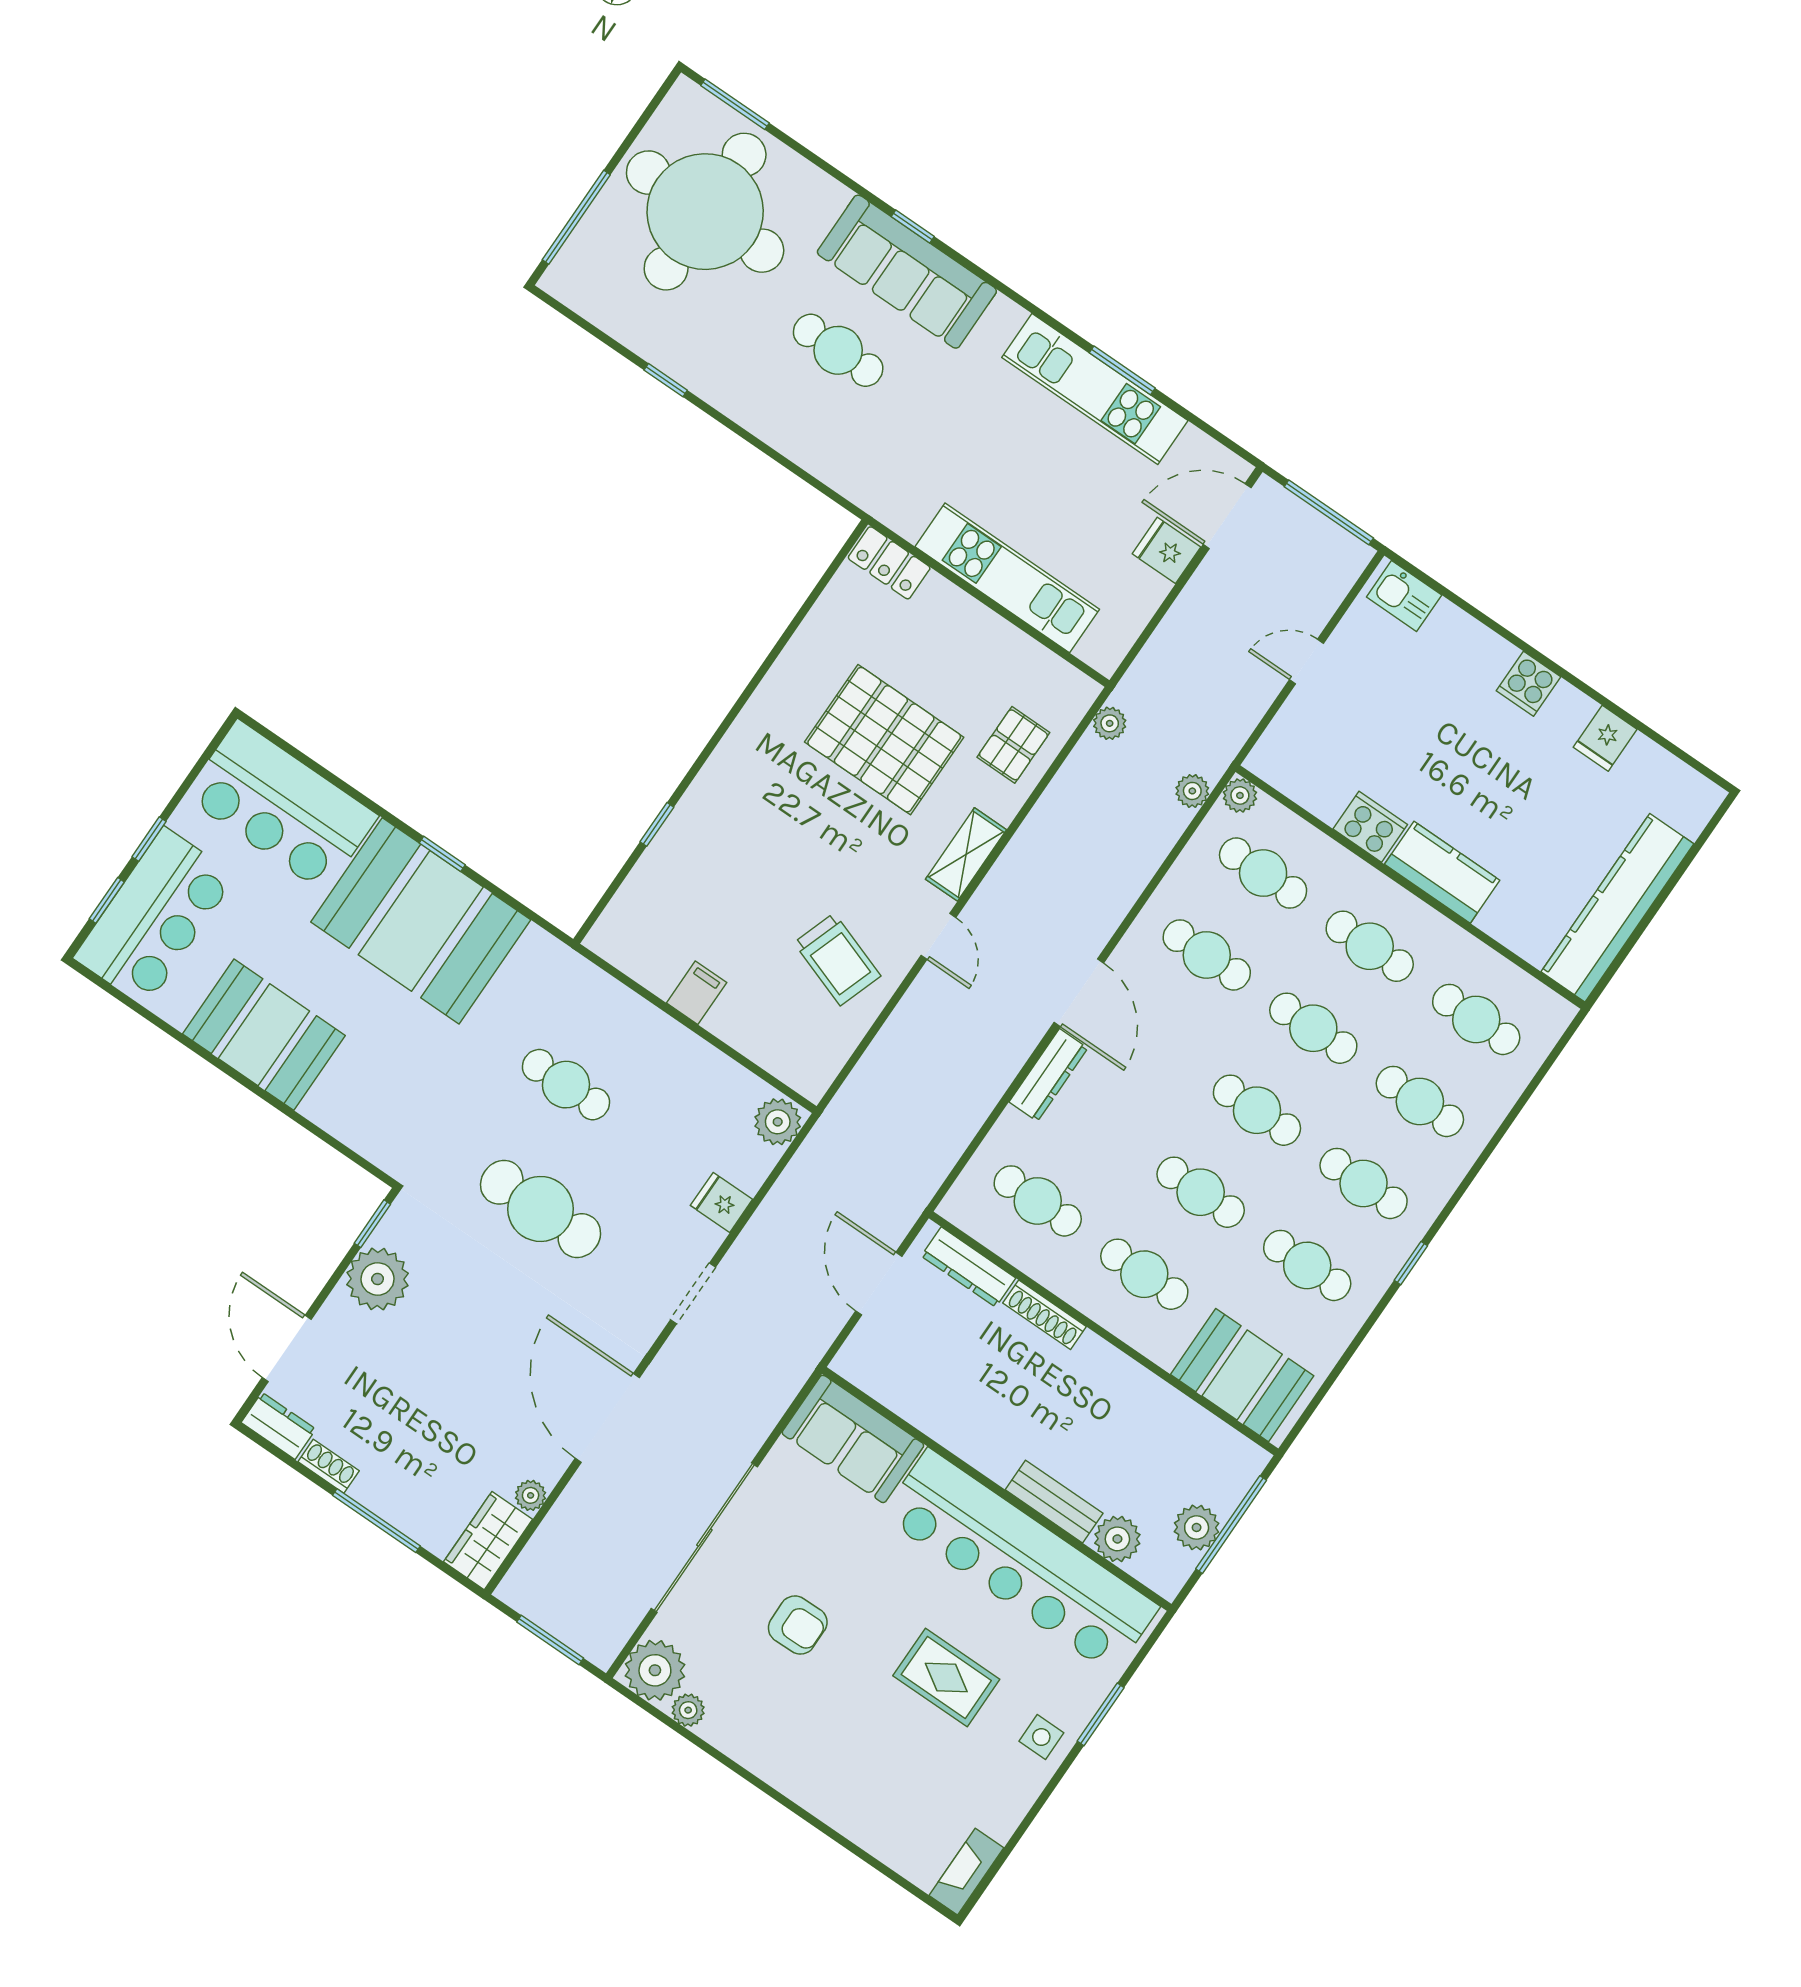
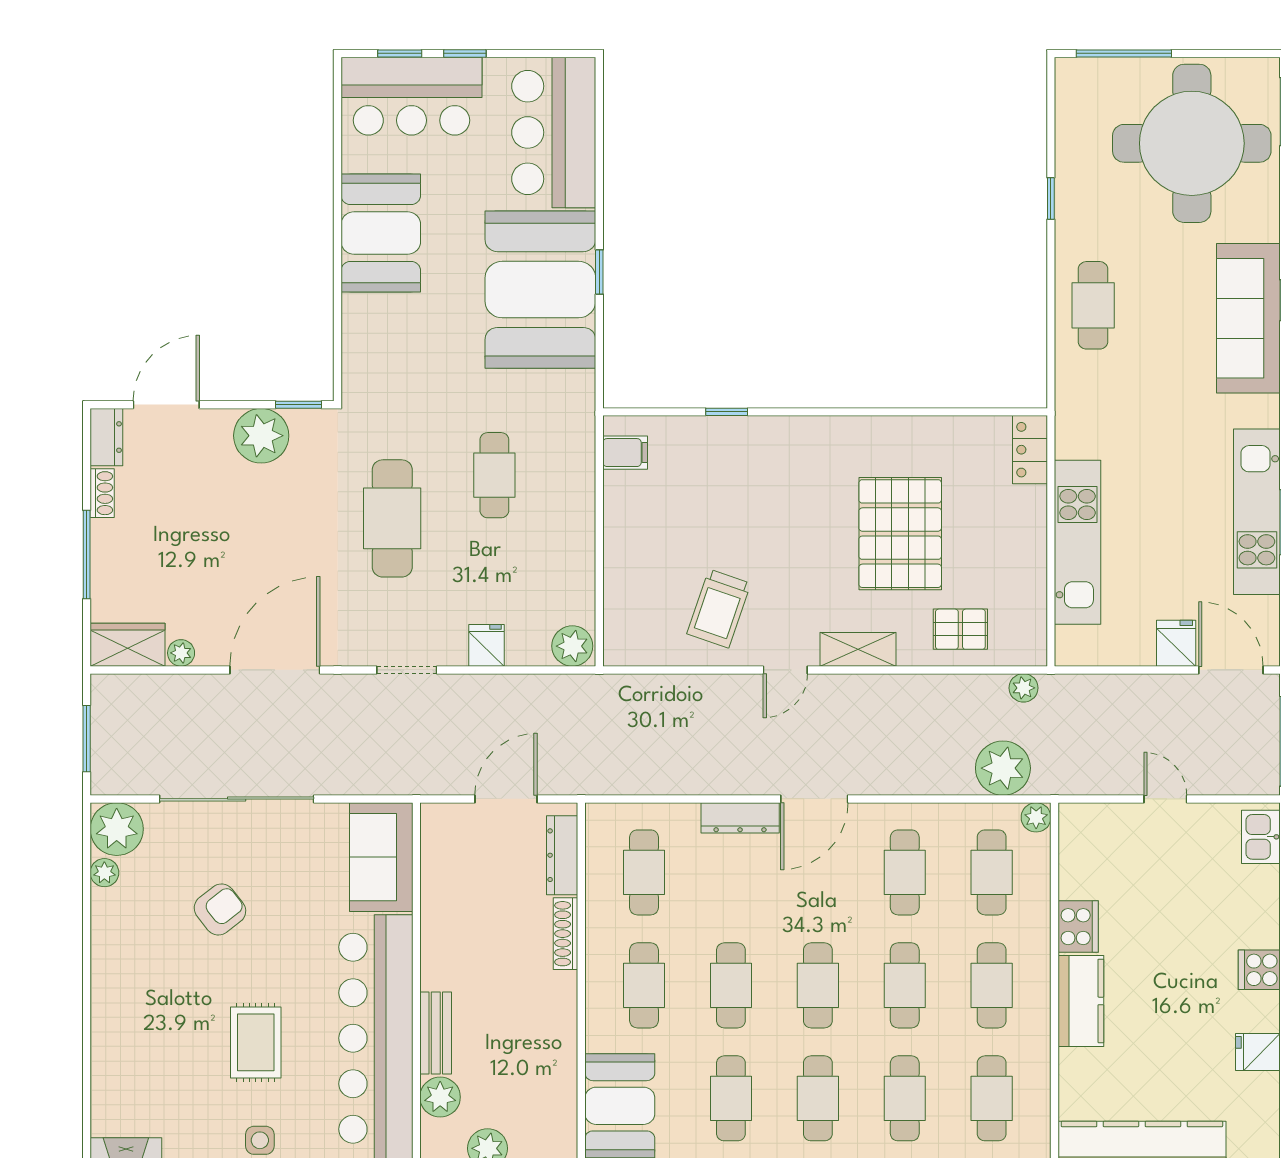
cafe table: (838, 350) -> (1093, 305), moved
plant: (1192, 791) -> (1003, 768), width x1.87, depth x1.87
filing cabinet: (697, 993) -> (625, 453), moved
armchair: (798, 1625) -> (220, 909), turned -127

